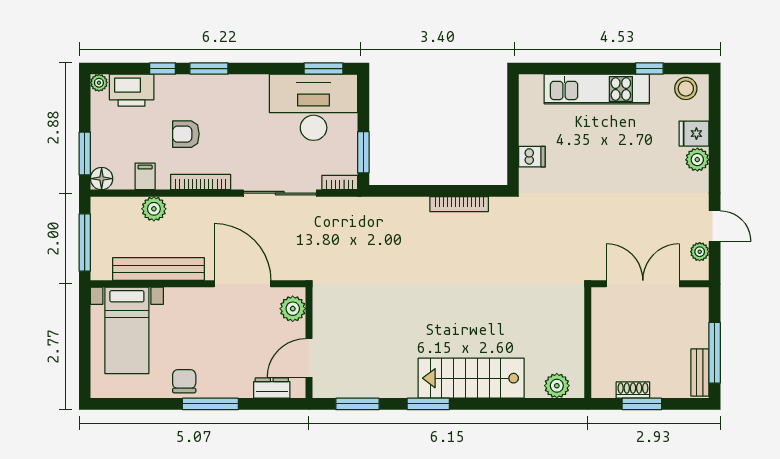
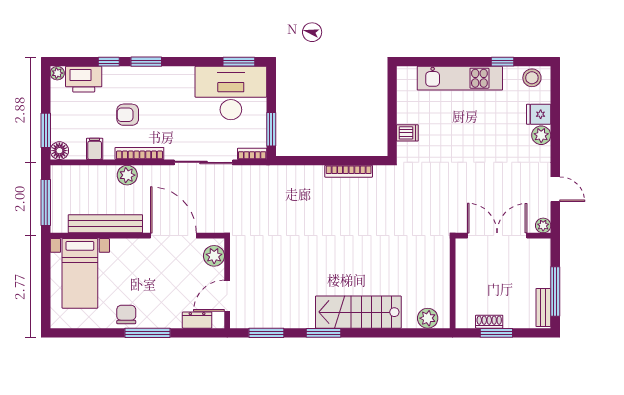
plant: (154, 209) -> (127, 175), moved
plant: (700, 252) -> (543, 225), moved

